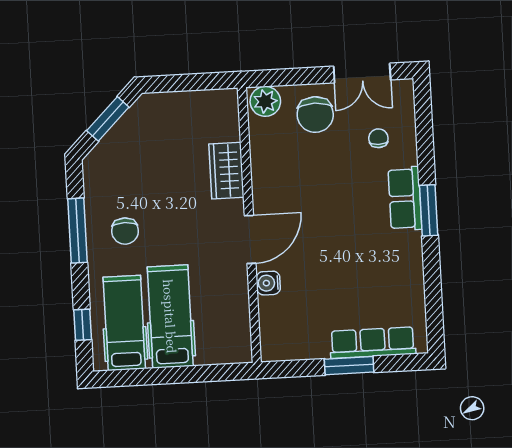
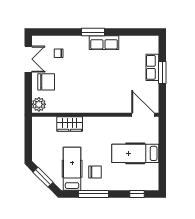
row of seats: (405, 199) -> (104, 43), moved
door: (250, 239) -> (143, 115), moved
water cooler: (268, 283) -> (122, 108), removed
hospital bed: (124, 323) -> (72, 169), moved, turned 90
row of seats: (373, 343) -> (152, 67), width x0.68

